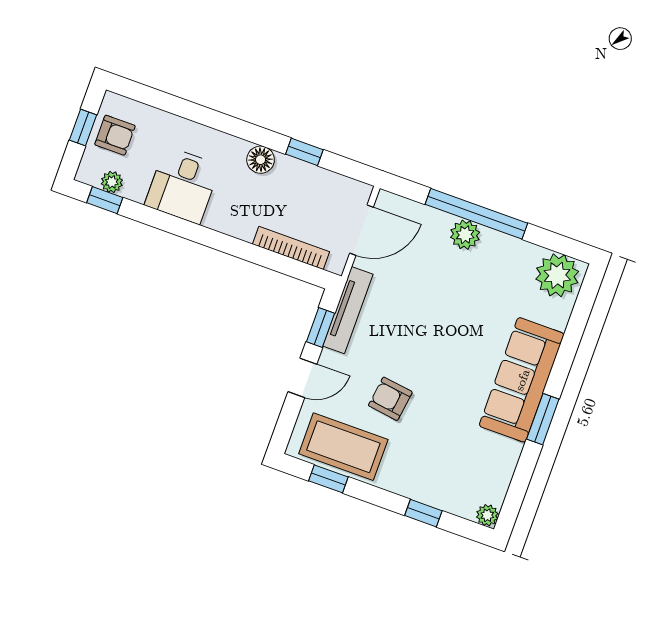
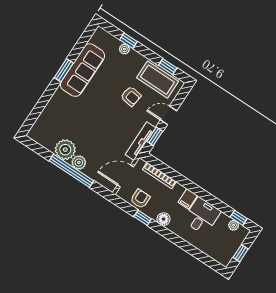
armchair: (115, 135) -> (140, 199), moved, turned 90
filing cabinet: (220, 214) -> (188, 199), added
plant: (557, 275) -> (65, 150), moved
sofa: (522, 380) -> (82, 70), moved
plant: (487, 515) -> (124, 49), moved

